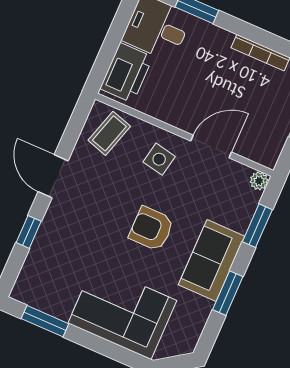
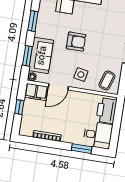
filing cabinet: (259, 148) -> (36, 92), added
sofa: (212, 260) -> (41, 55), moved

